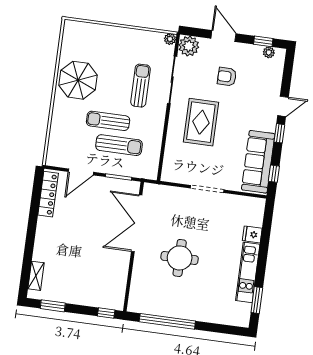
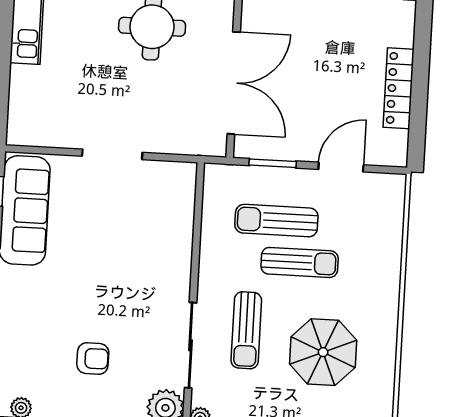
parasol: (78, 80) -> (323, 352), moved
rug: (201, 122) -> (133, 273), removed
locker: (48, 194) -> (399, 88), moved
fridge: (252, 234) -> (25, 79), removed

